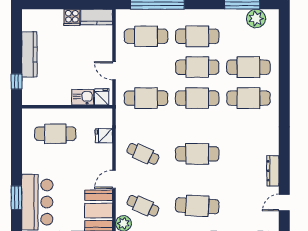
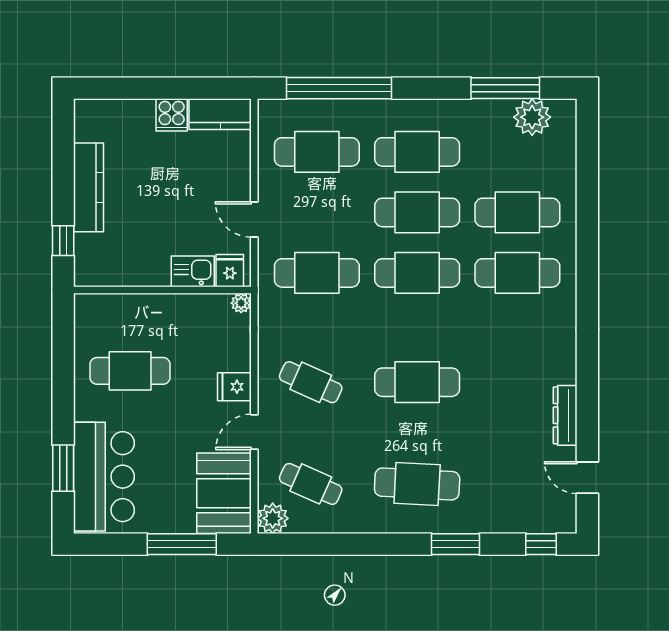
plant: (107, 113) -> (241, 303), added
cafe table: (55, 134) -> (130, 371), moved
fridge: (104, 136) -> (234, 387), moved
door: (284, 203) -> (587, 478), hinge flipped

